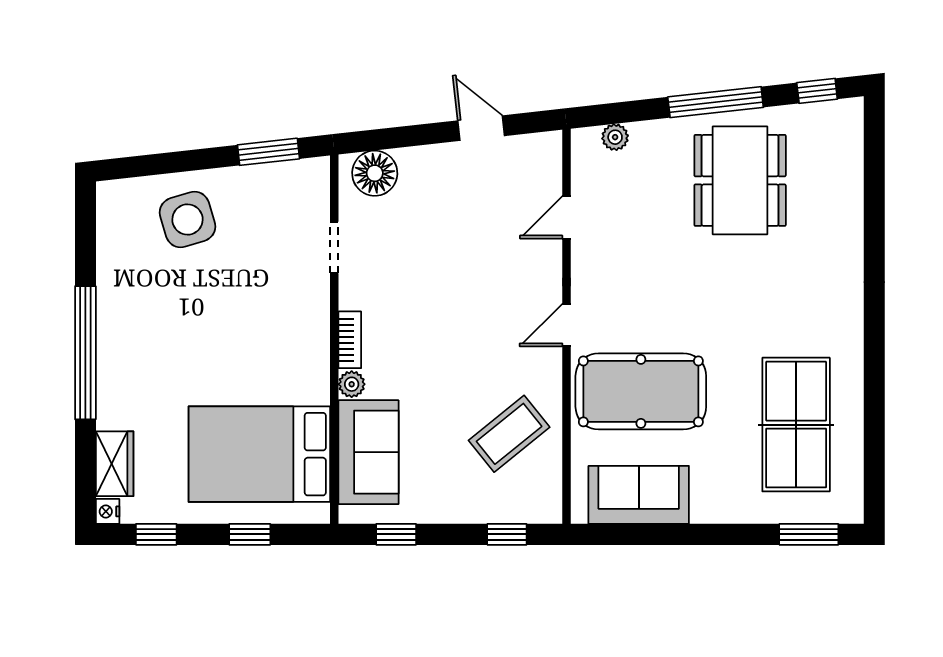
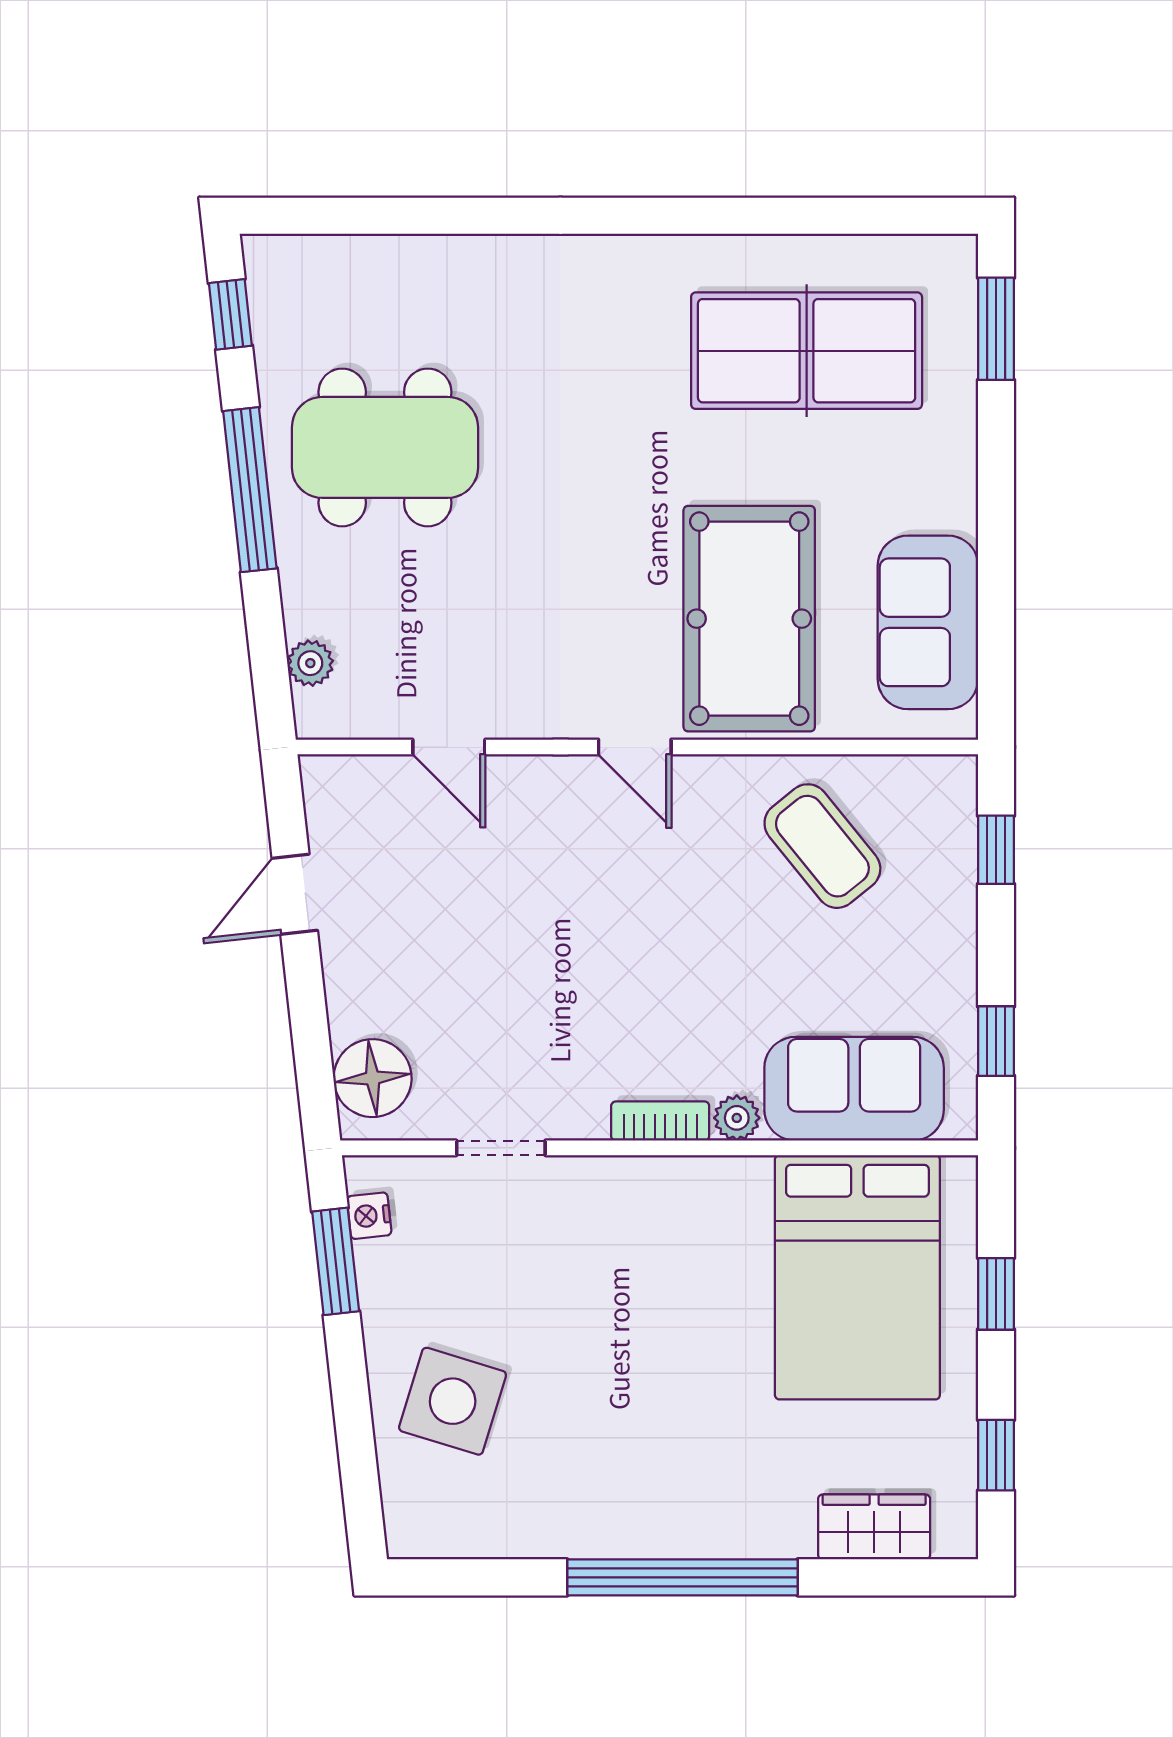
side table: (188, 220) -> (453, 1401), turned 34
nightstand: (108, 511) -> (369, 1216), moved, turned 84

